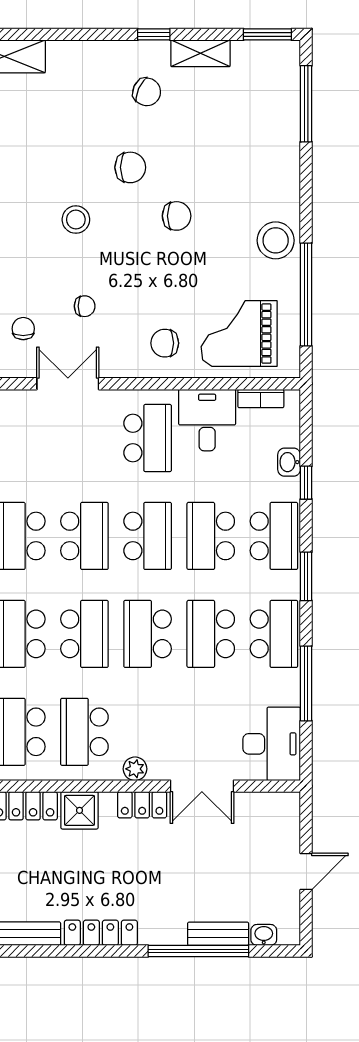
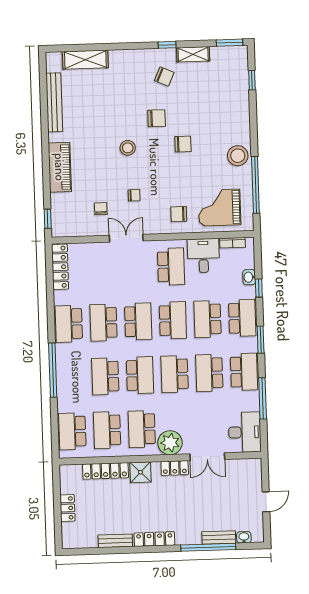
window: (306, 104) -> (252, 80), width x0.46
plant: (135, 769) -> (170, 443), width x1.87, depth x1.87

